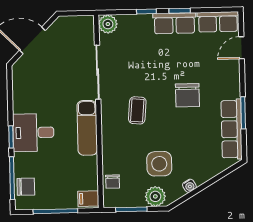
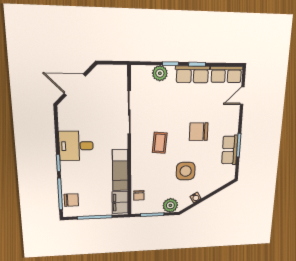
plant: (108, 24) -> (160, 73), moved
chair: (187, 95) -> (199, 132), turned 90
exam couch: (87, 128) -> (120, 170), moved
row of seats: (232, 129) -> (230, 150), width x0.68
desk: (33, 133) -> (76, 146), moved
side table: (159, 164) -> (186, 171), moved
filing cabinet: (88, 199) -> (120, 202), width x2.00

